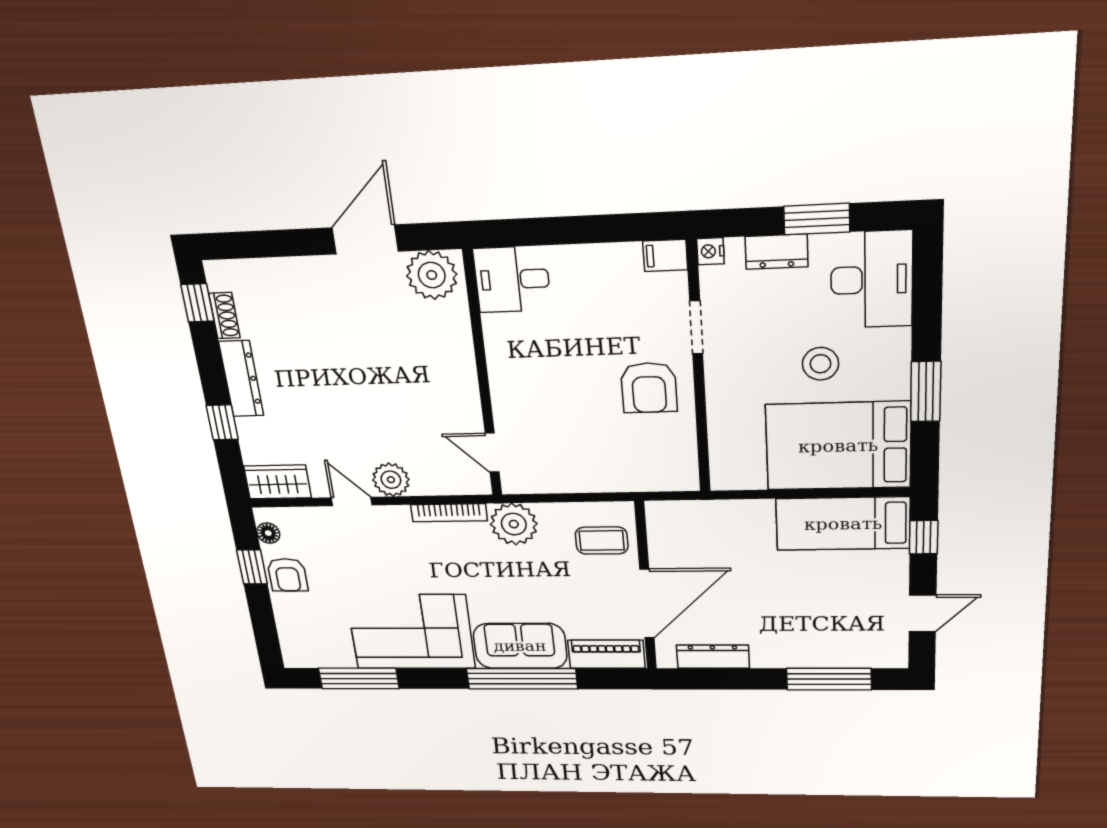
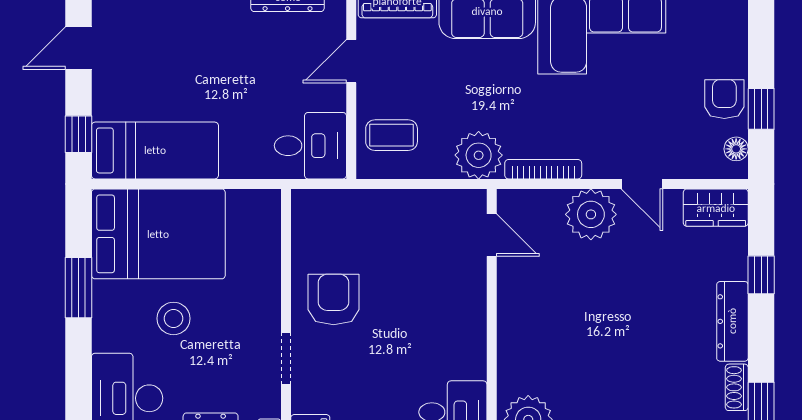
plant: (391, 480) -> (591, 214), width x1.36, depth x1.36
desk: (683, 530) -> (310, 146), added
door: (647, 604) -> (351, 61), width x0.53

